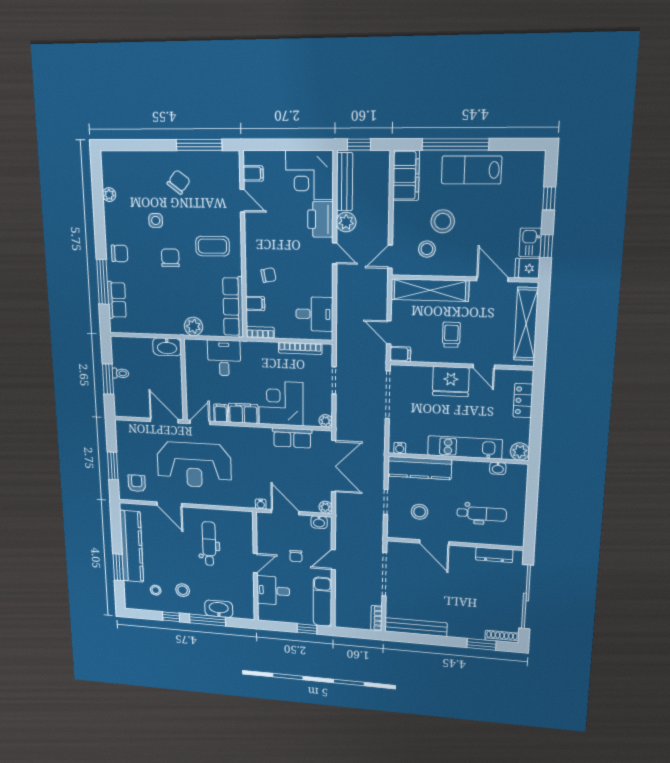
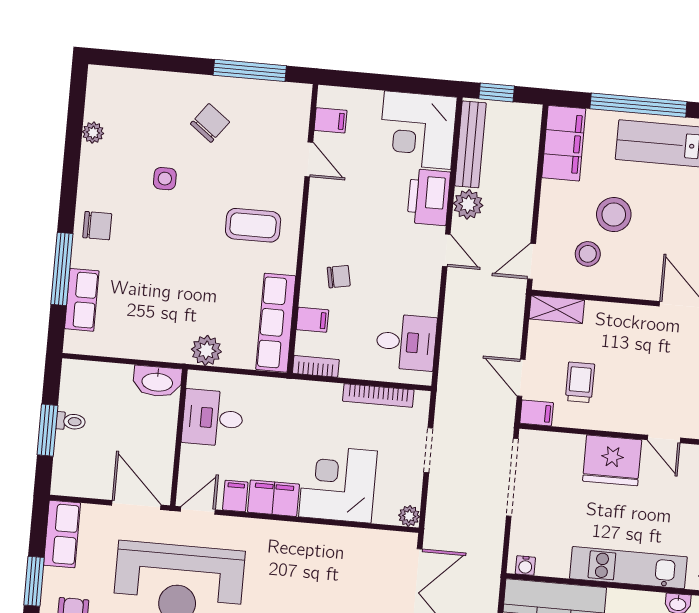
chair: (170, 258) -> (181, 239), removed
shelving: (430, 290) -> (557, 309), width x0.45, depth x0.75
trolley: (451, 335) -> (580, 382), moved
desk: (224, 358) -> (213, 418), moved, turned -90
row of seats: (292, 438) -> (62, 534), moved, turned -90

